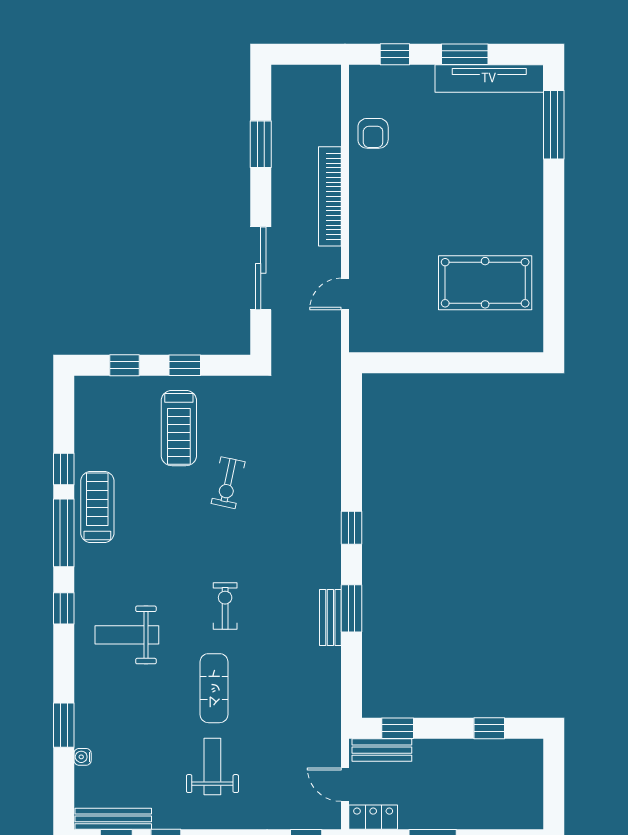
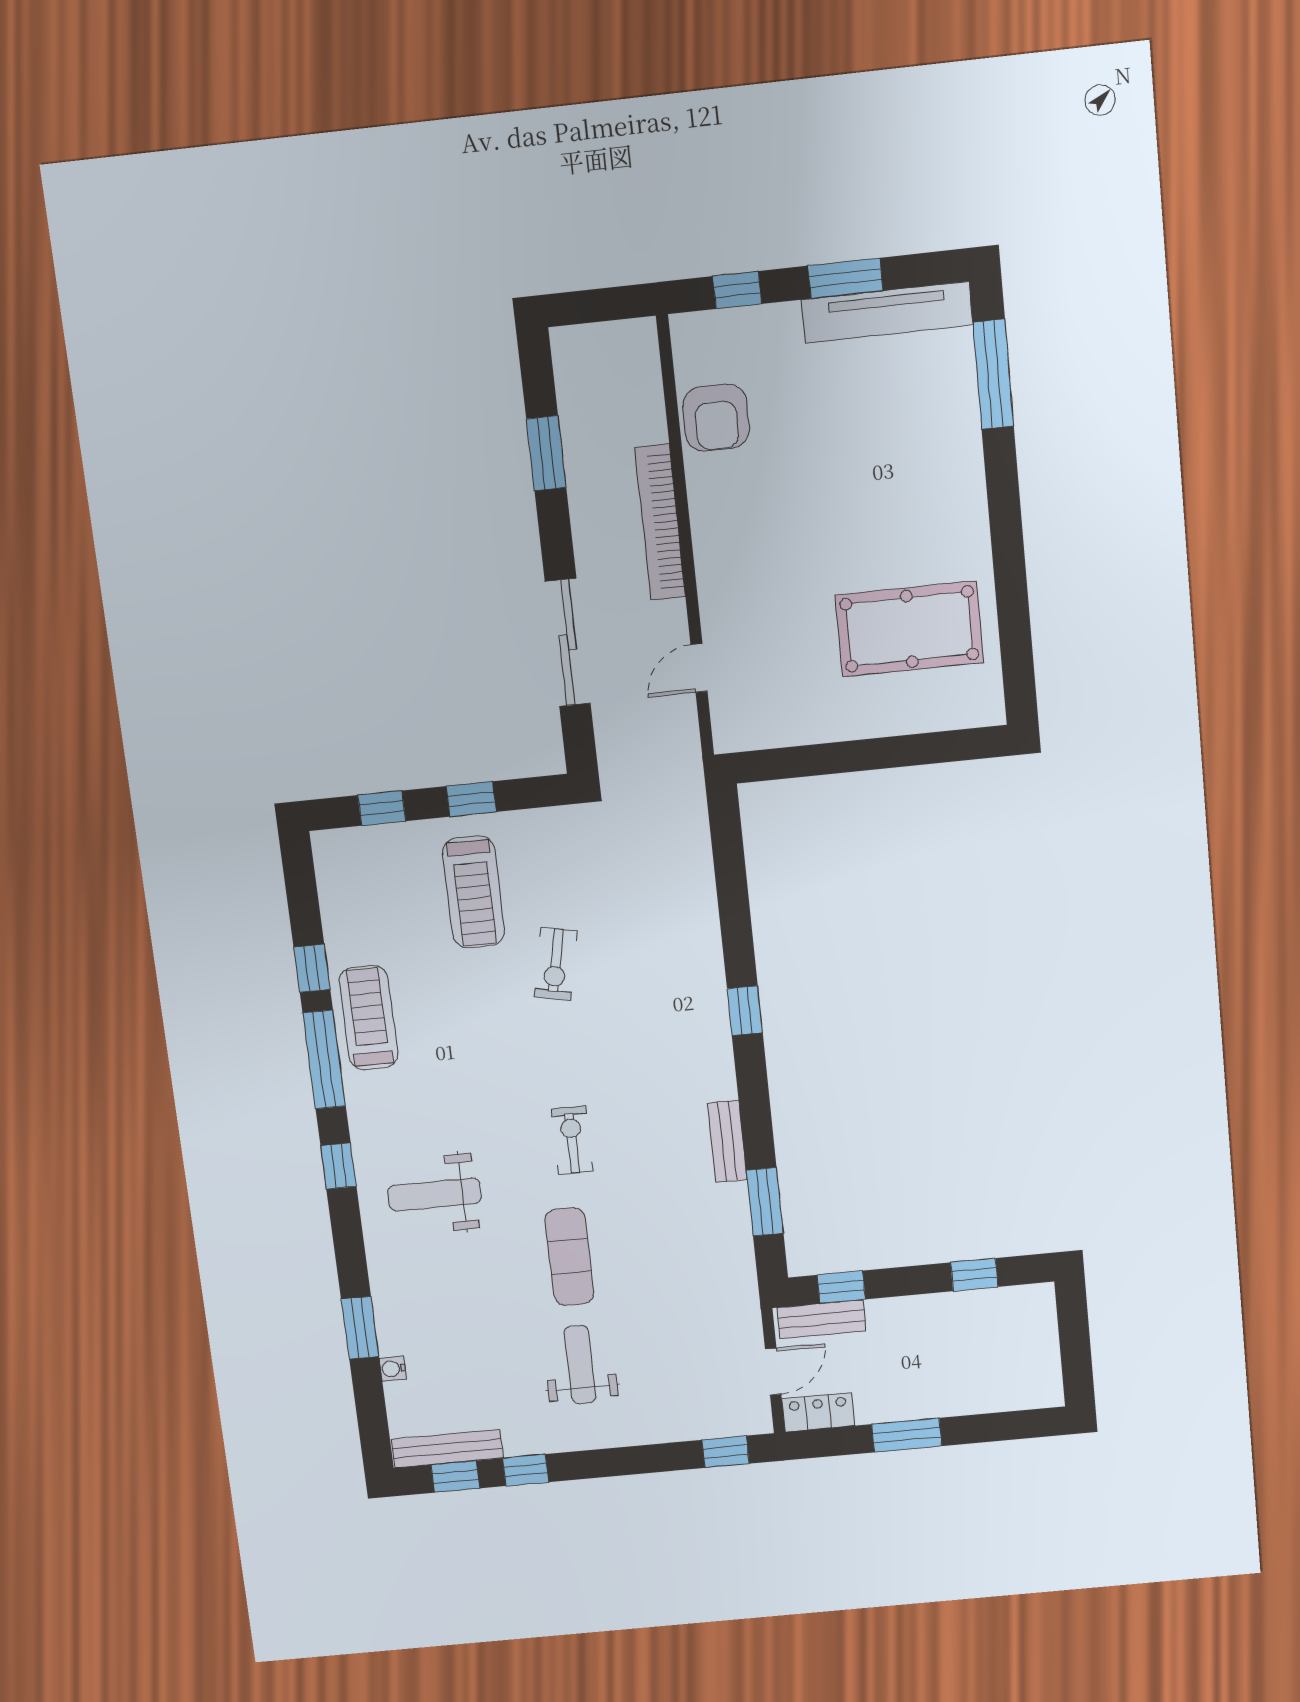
armchair: (373, 133) -> (716, 418), width x1.38, depth x1.38
window: (351, 608) -> (765, 1202), moved
door: (345, 785) -> (773, 1372), swing flipped

